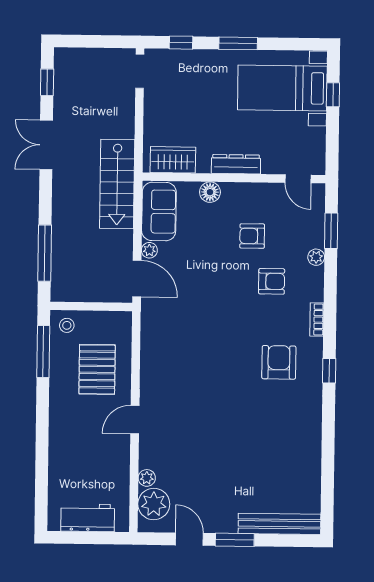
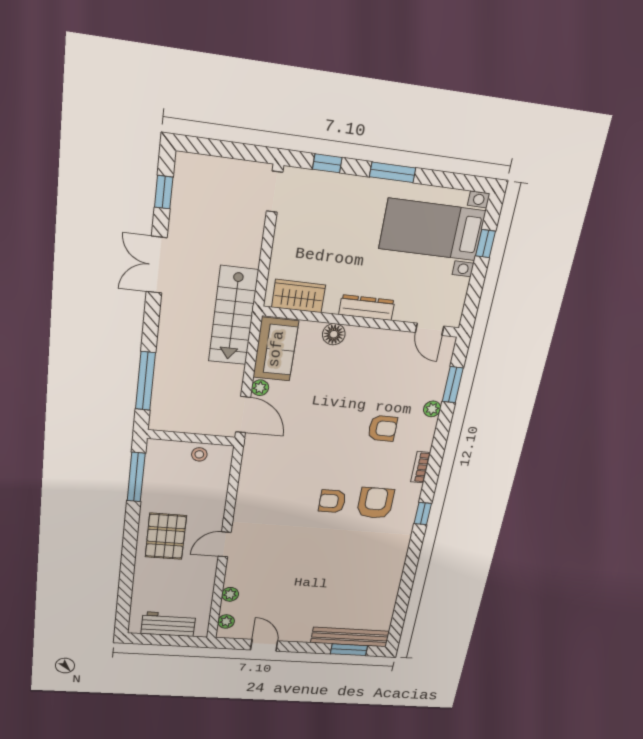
armchair: (252, 236) -> (332, 501), moved
stool: (67, 325) -> (199, 454), moved
pallet: (97, 369) -> (166, 536), moved
plant: (154, 504) -> (226, 621), width x0.53, depth x0.53
window: (235, 540) -> (349, 650), moved

